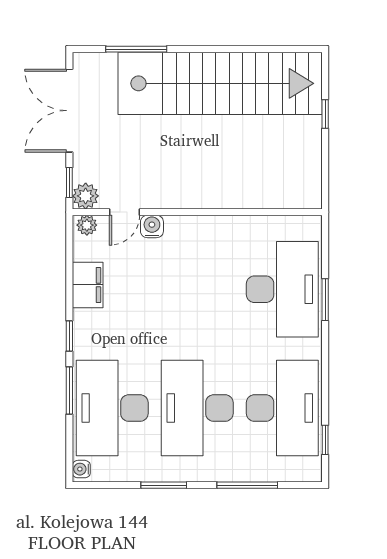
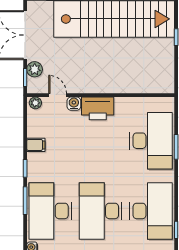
plant: (86, 196) -> (35, 69), moved
door: (124, 212) -> (58, 95), swing flipped
printer: (192, 234) -> (98, 108), added
filing cabinet: (88, 285) -> (36, 145), width x0.50

